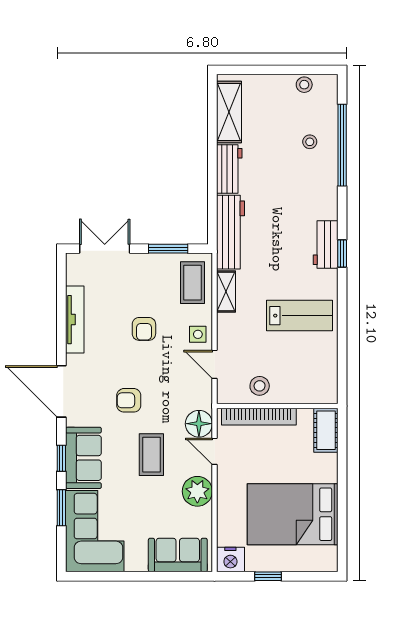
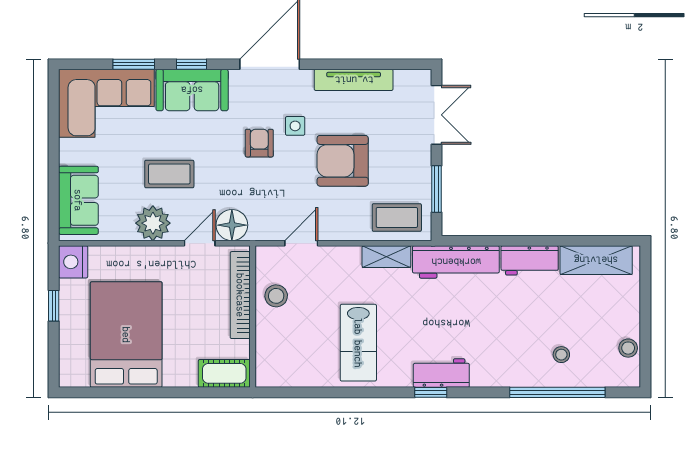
armchair: (144, 329) -> (343, 161), width x1.88, depth x1.88
side table: (198, 334) -> (295, 126), moved
coffee table: (151, 455) -> (169, 174), moved

